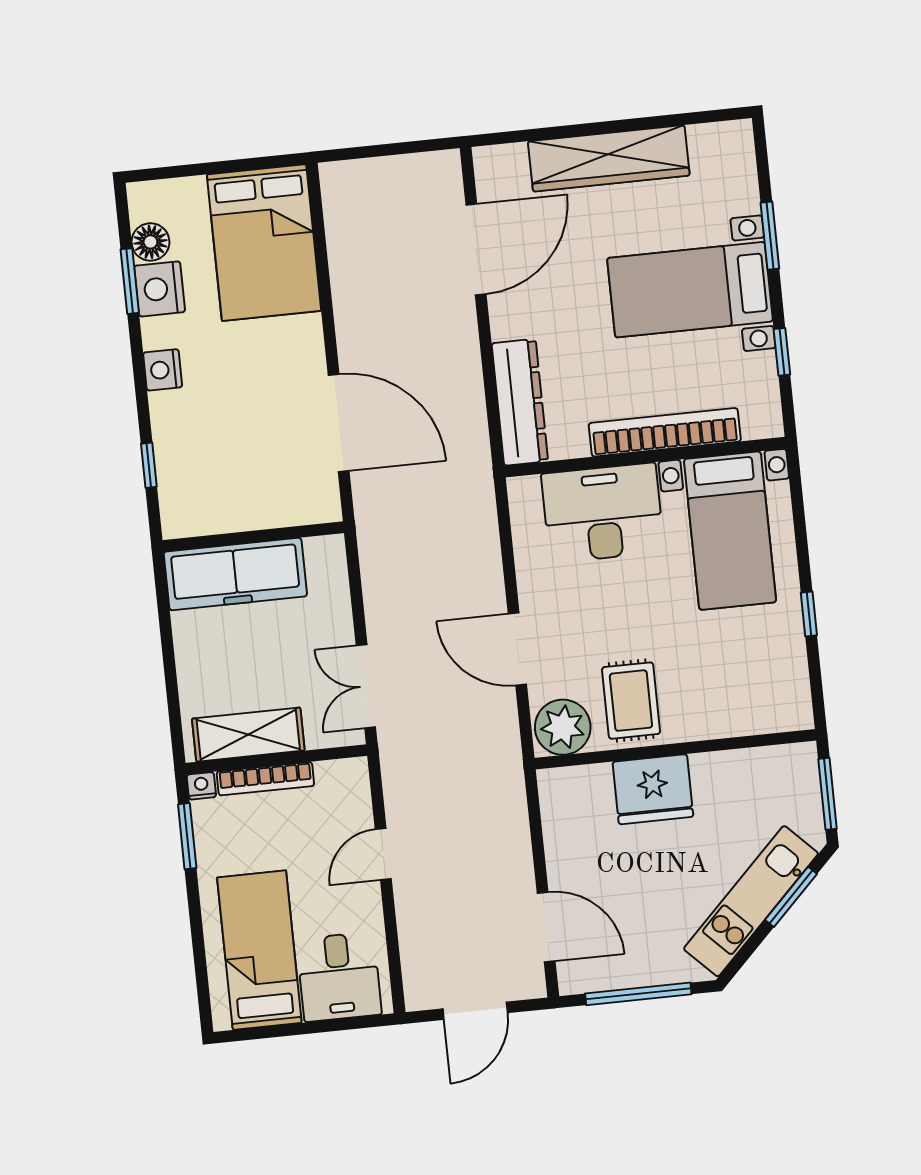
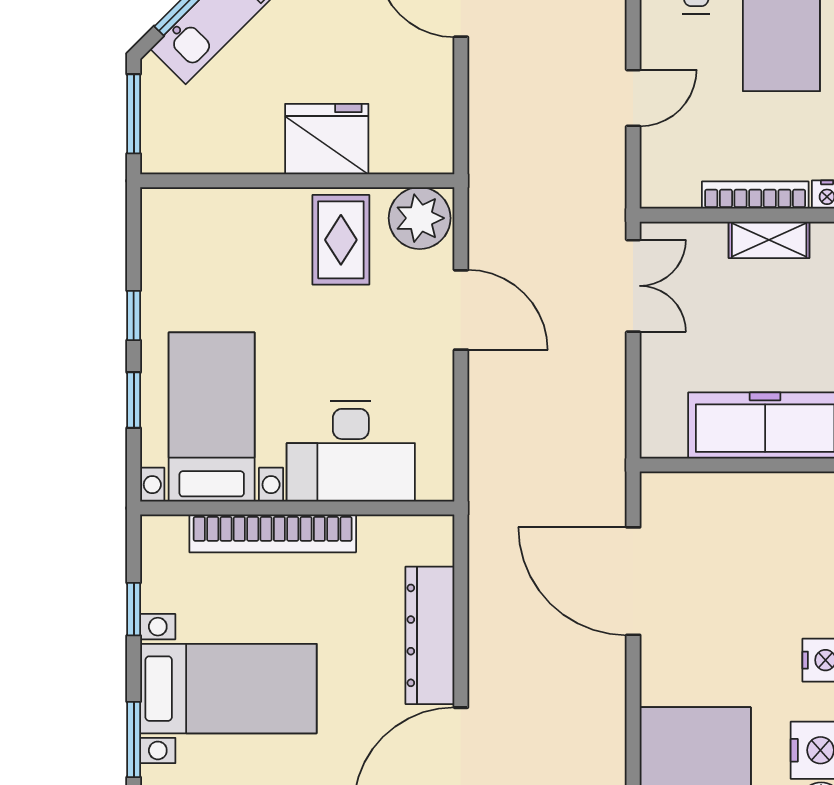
dresser: (520, 402) -> (430, 635), moved
window: (801, 538) -> (134, 400), added
shelving: (248, 735) -> (769, 240), width x0.67, depth x0.75

